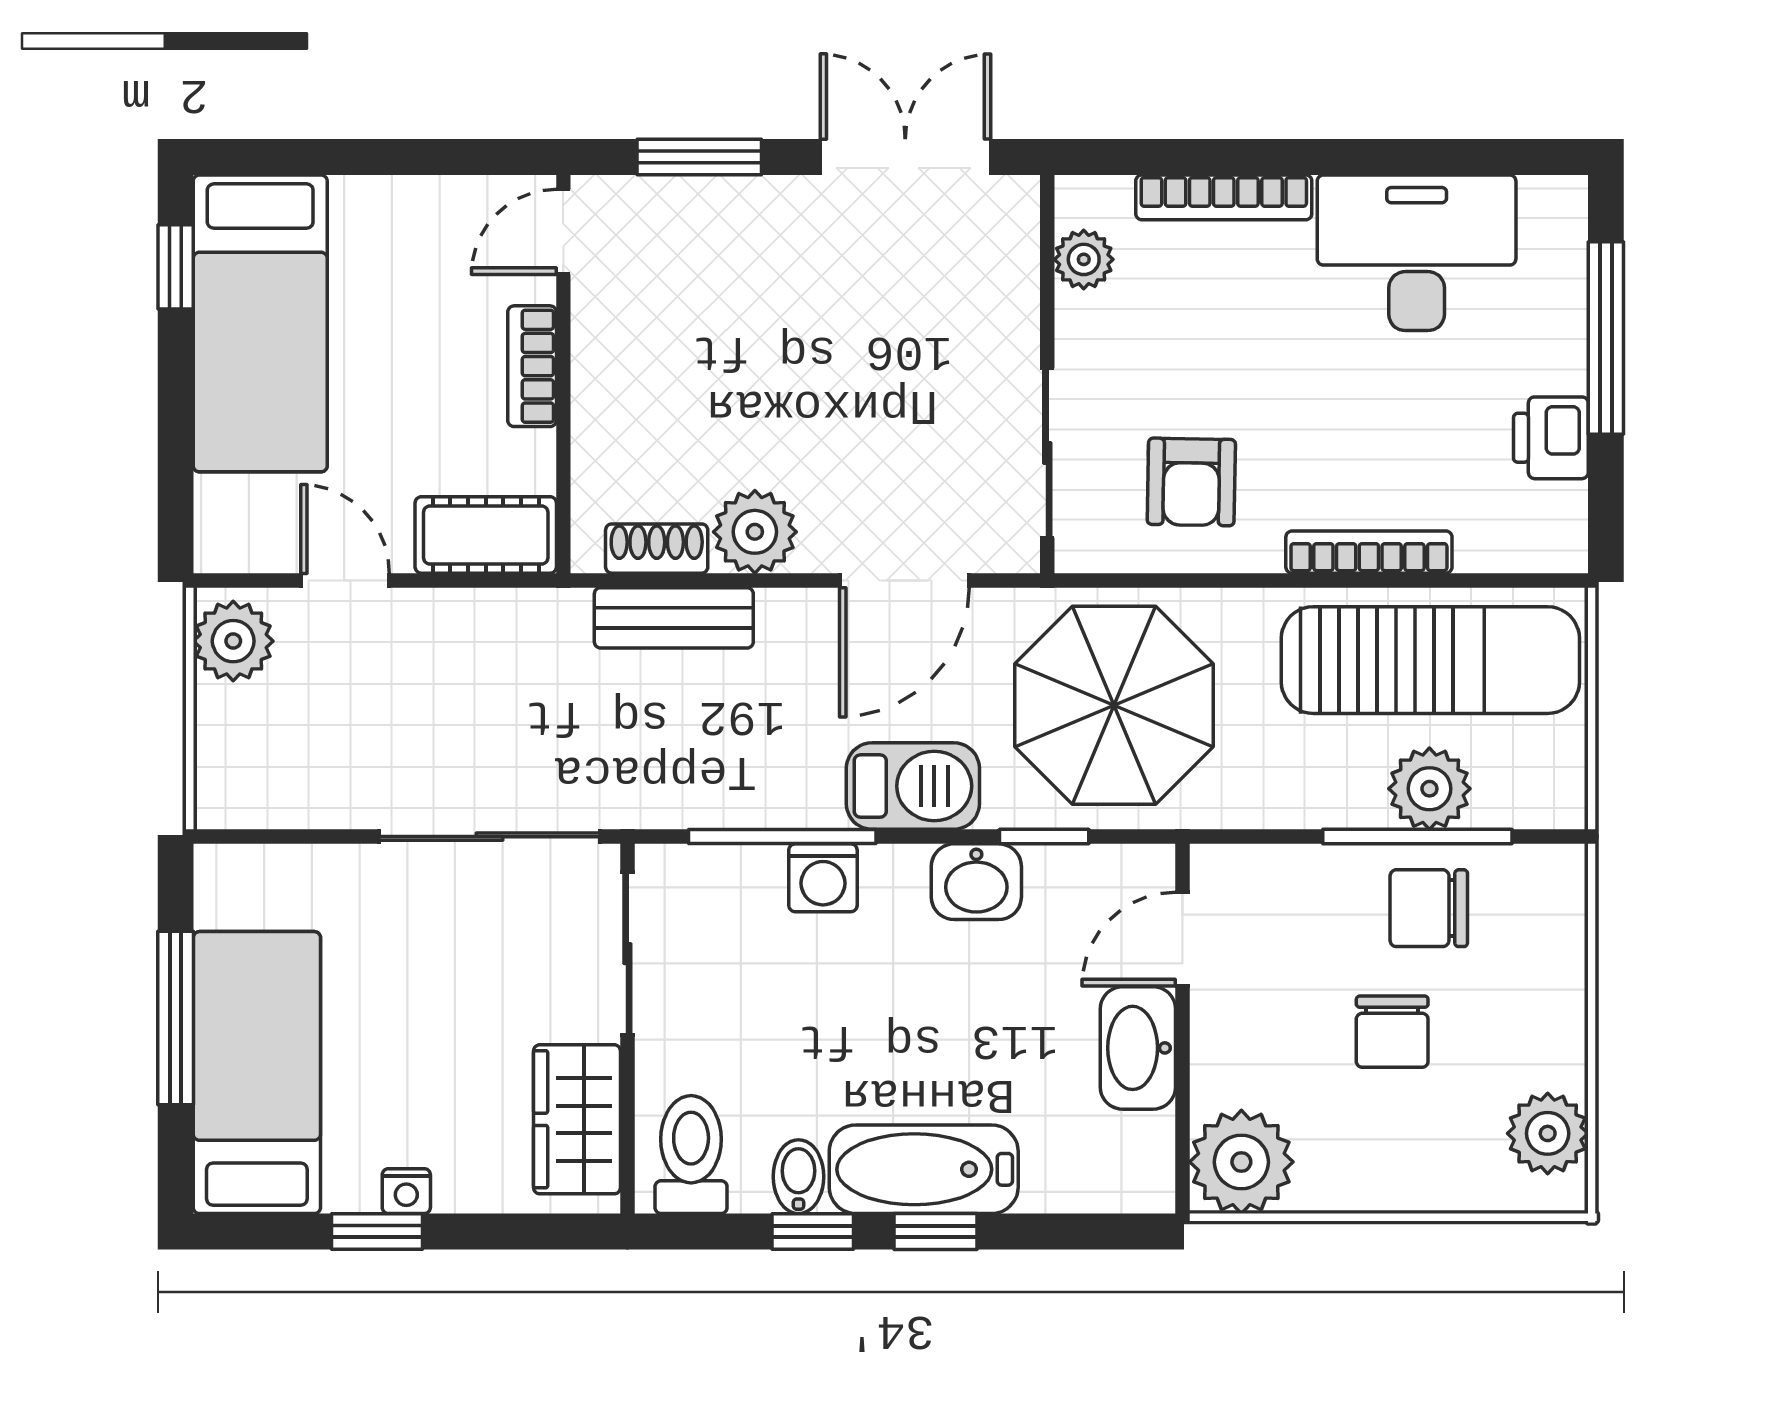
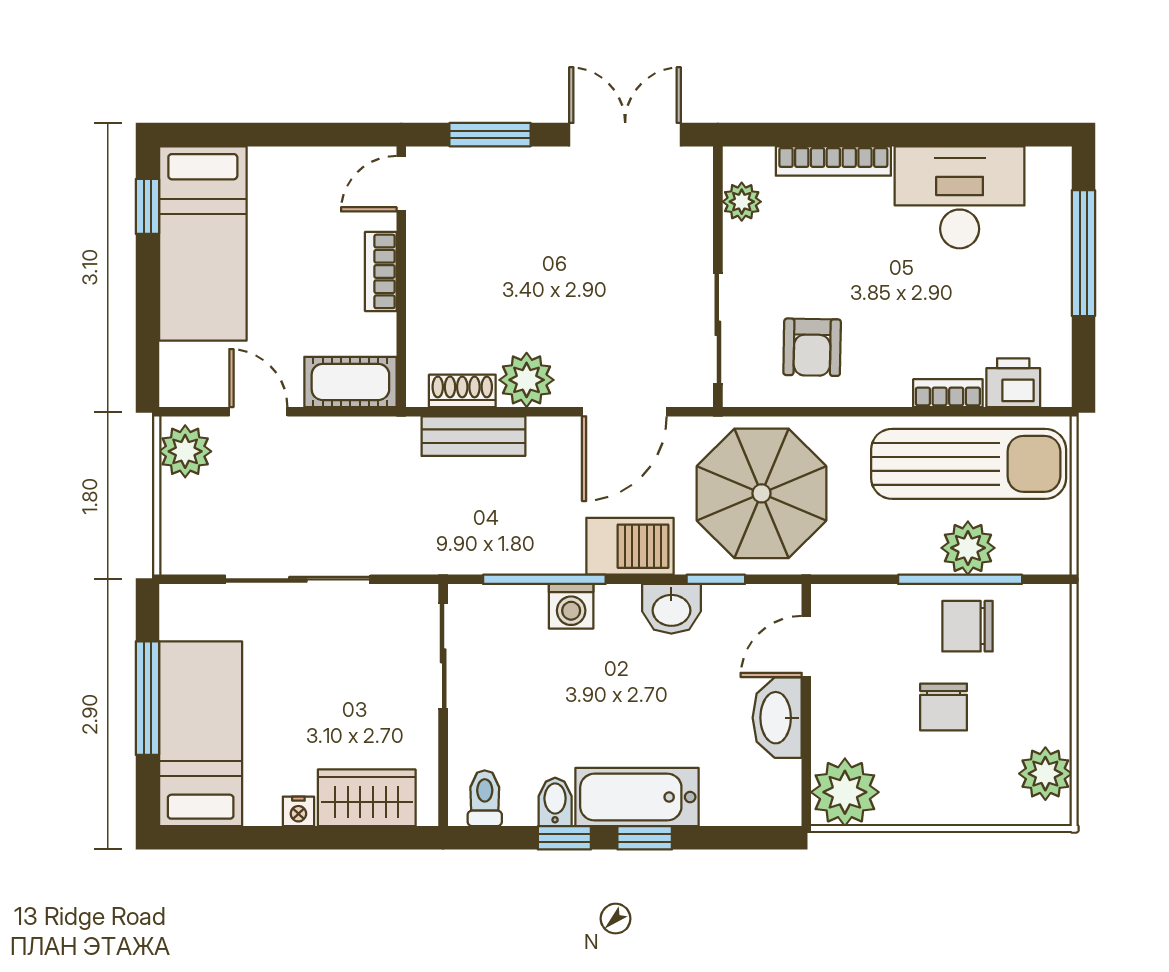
printer: (1551, 438) -> (1013, 383), moved, turned 90
bookcase: (1369, 552) -> (948, 393), width x0.64
sliding door: (489, 837) -> (298, 579), moved
wardrobe: (577, 1119) -> (367, 798), moved, turned 90
toilet: (691, 1155) -> (485, 798), width x0.73, depth x0.72
window: (377, 1232) -> (279, 838), removed

